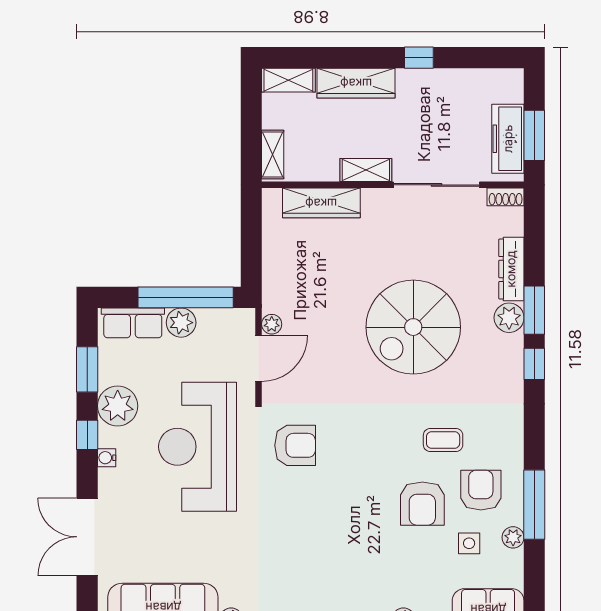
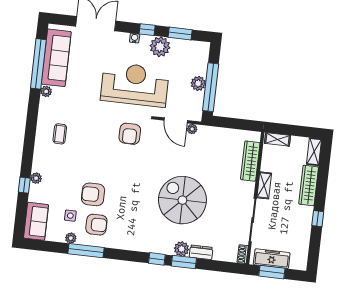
dresser: (511, 269) -> (201, 252), width x0.70
row of seats: (133, 323) -> (201, 59), removed
coffee table: (443, 440) -> (60, 134), moved

